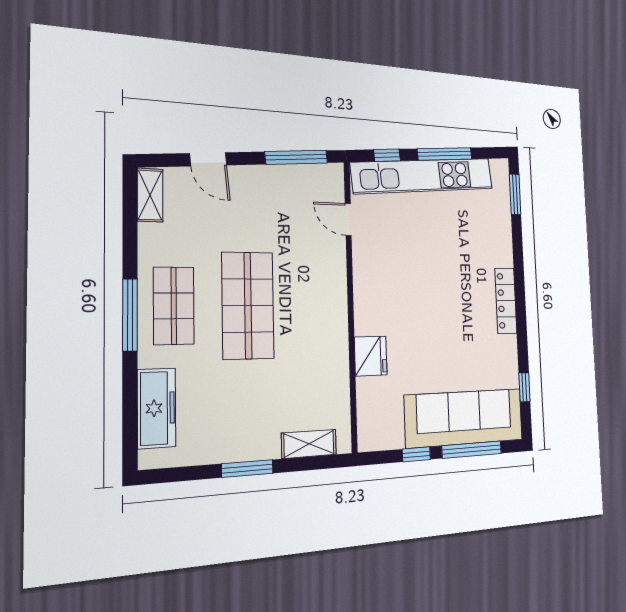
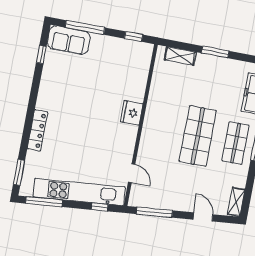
window: (445, 154) -> (44, 202), moved
locker: (506, 301) -> (37, 130), moved
fridge: (371, 356) -> (132, 113), moved
sofa: (465, 418) -> (69, 40), width x0.54, depth x0.79
window: (416, 454) -> (134, 37), moved

